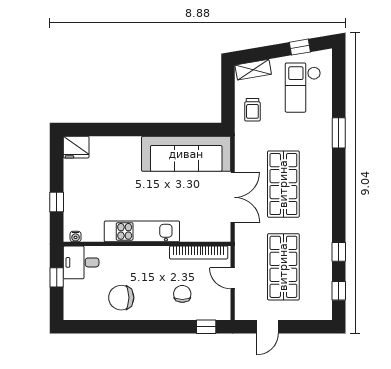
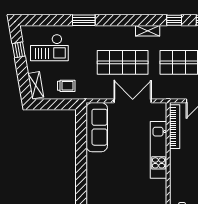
sofa: (186, 154) -> (97, 127), width x0.74, depth x0.79
shelving: (325, 217) -> (148, 31), added
kitchen unit: (142, 231) -> (158, 150), moved

